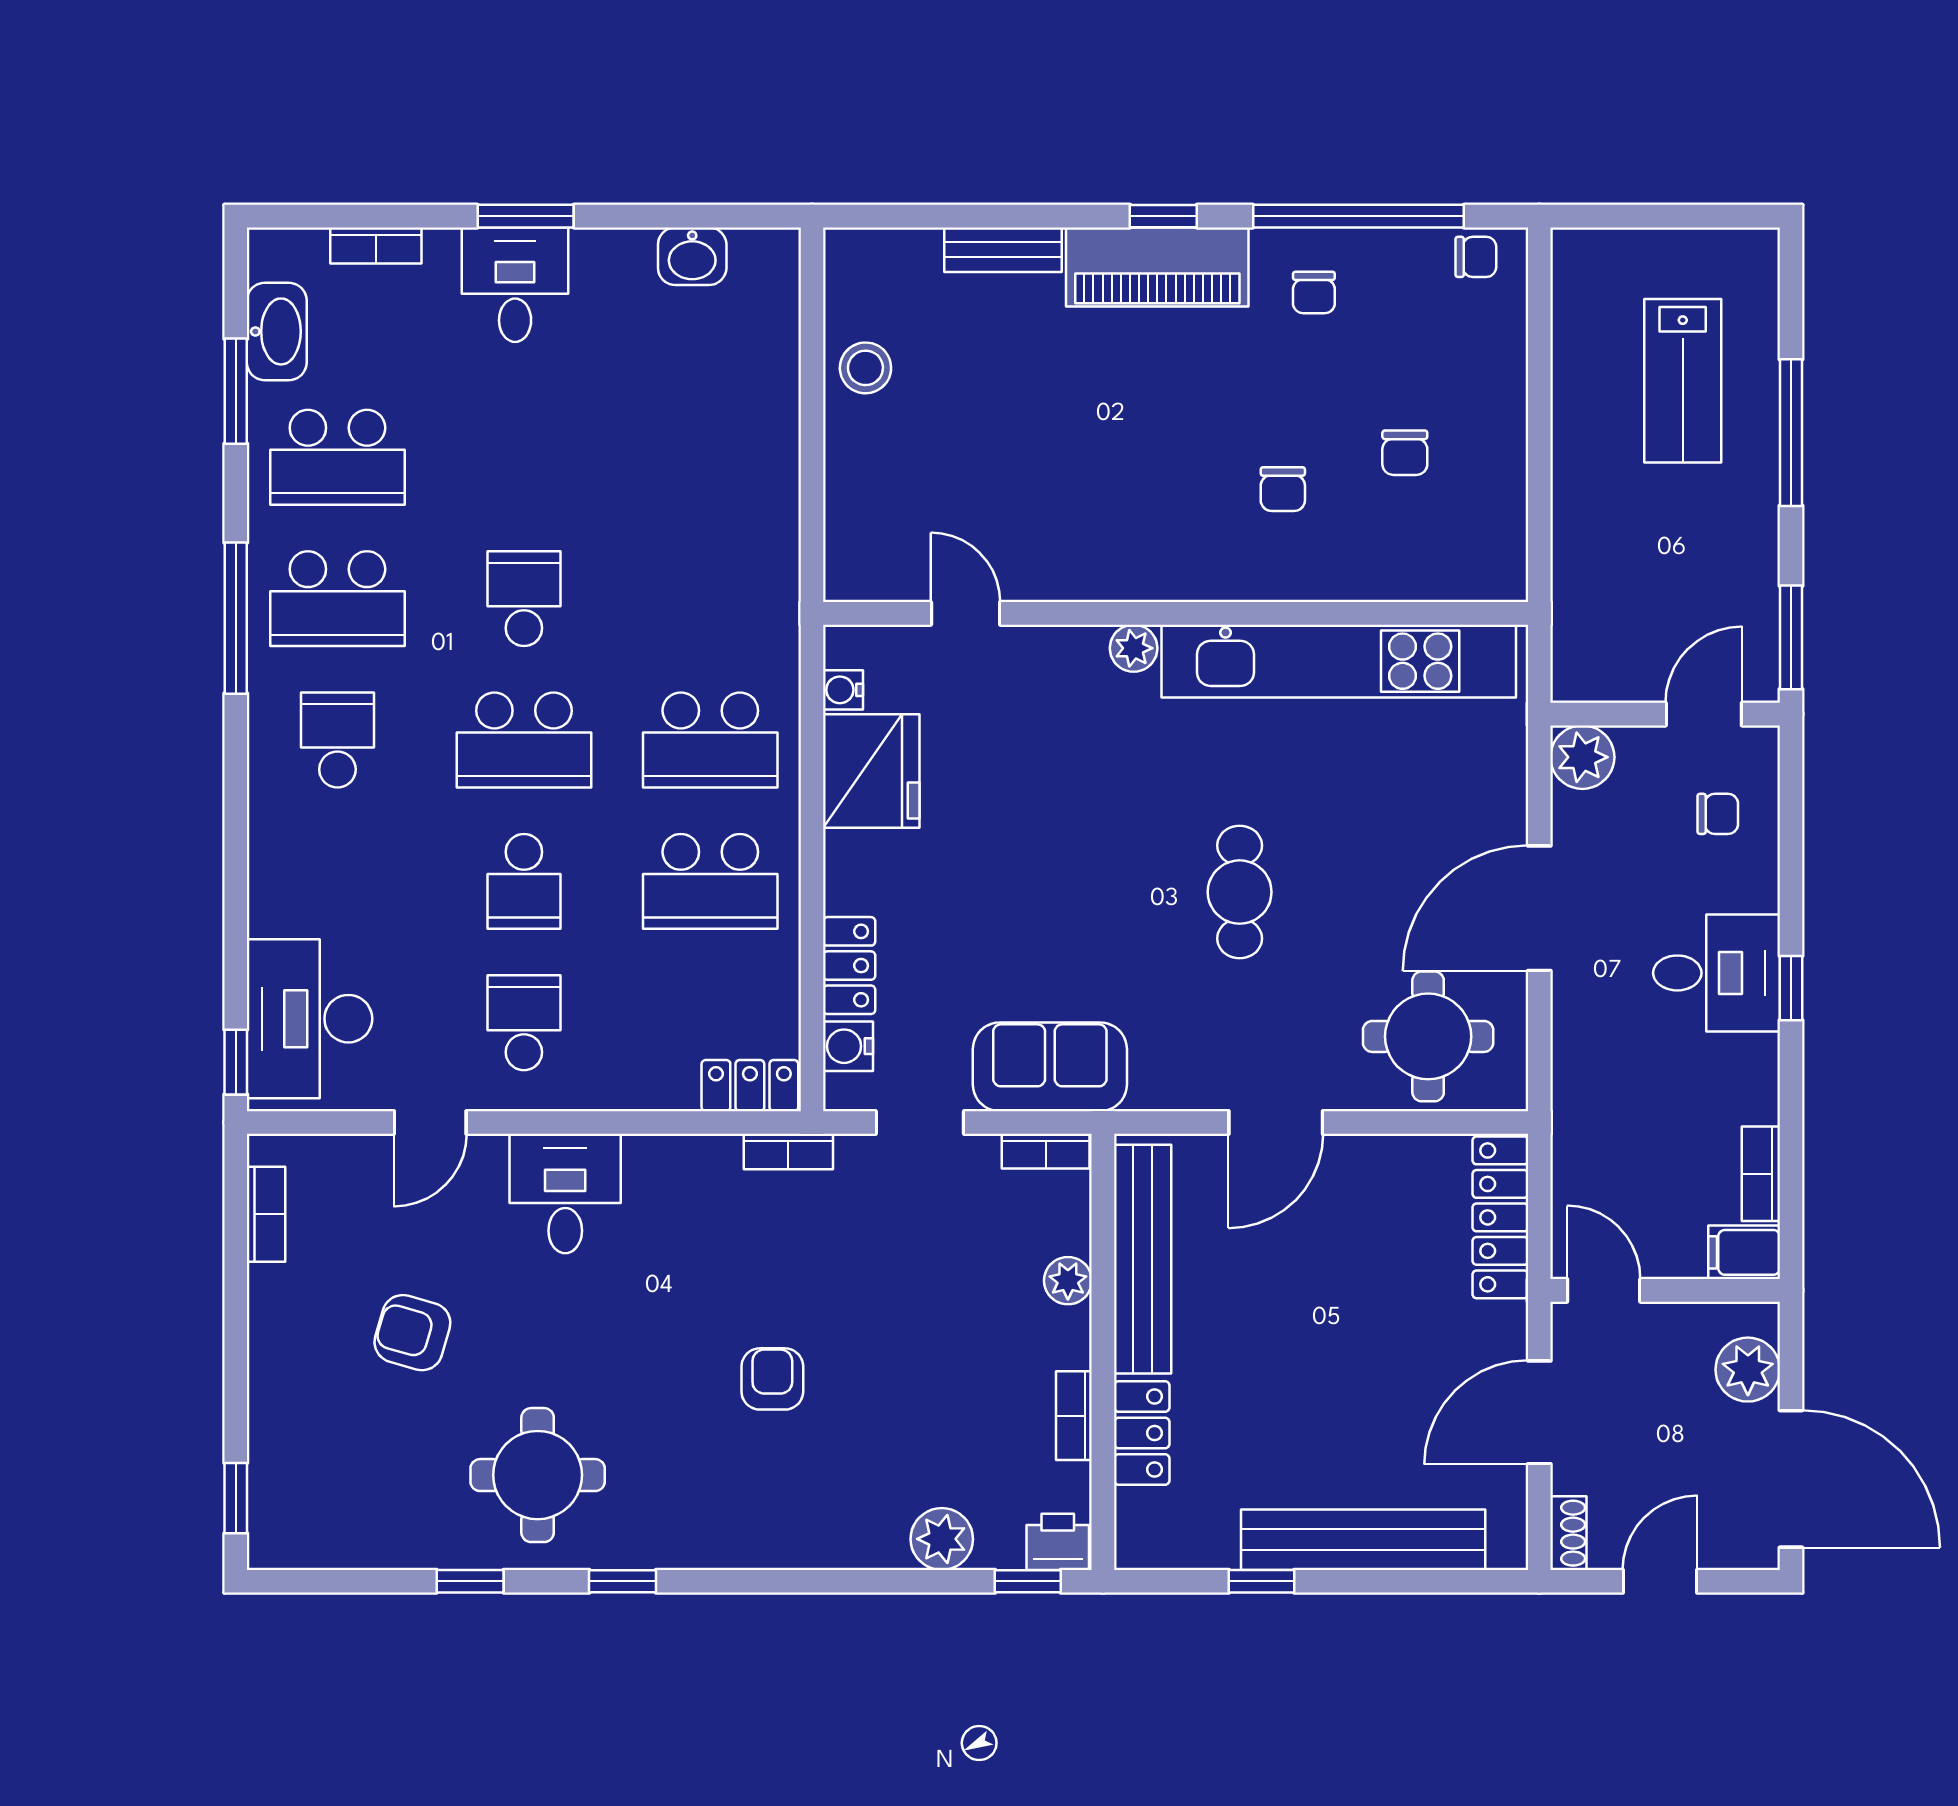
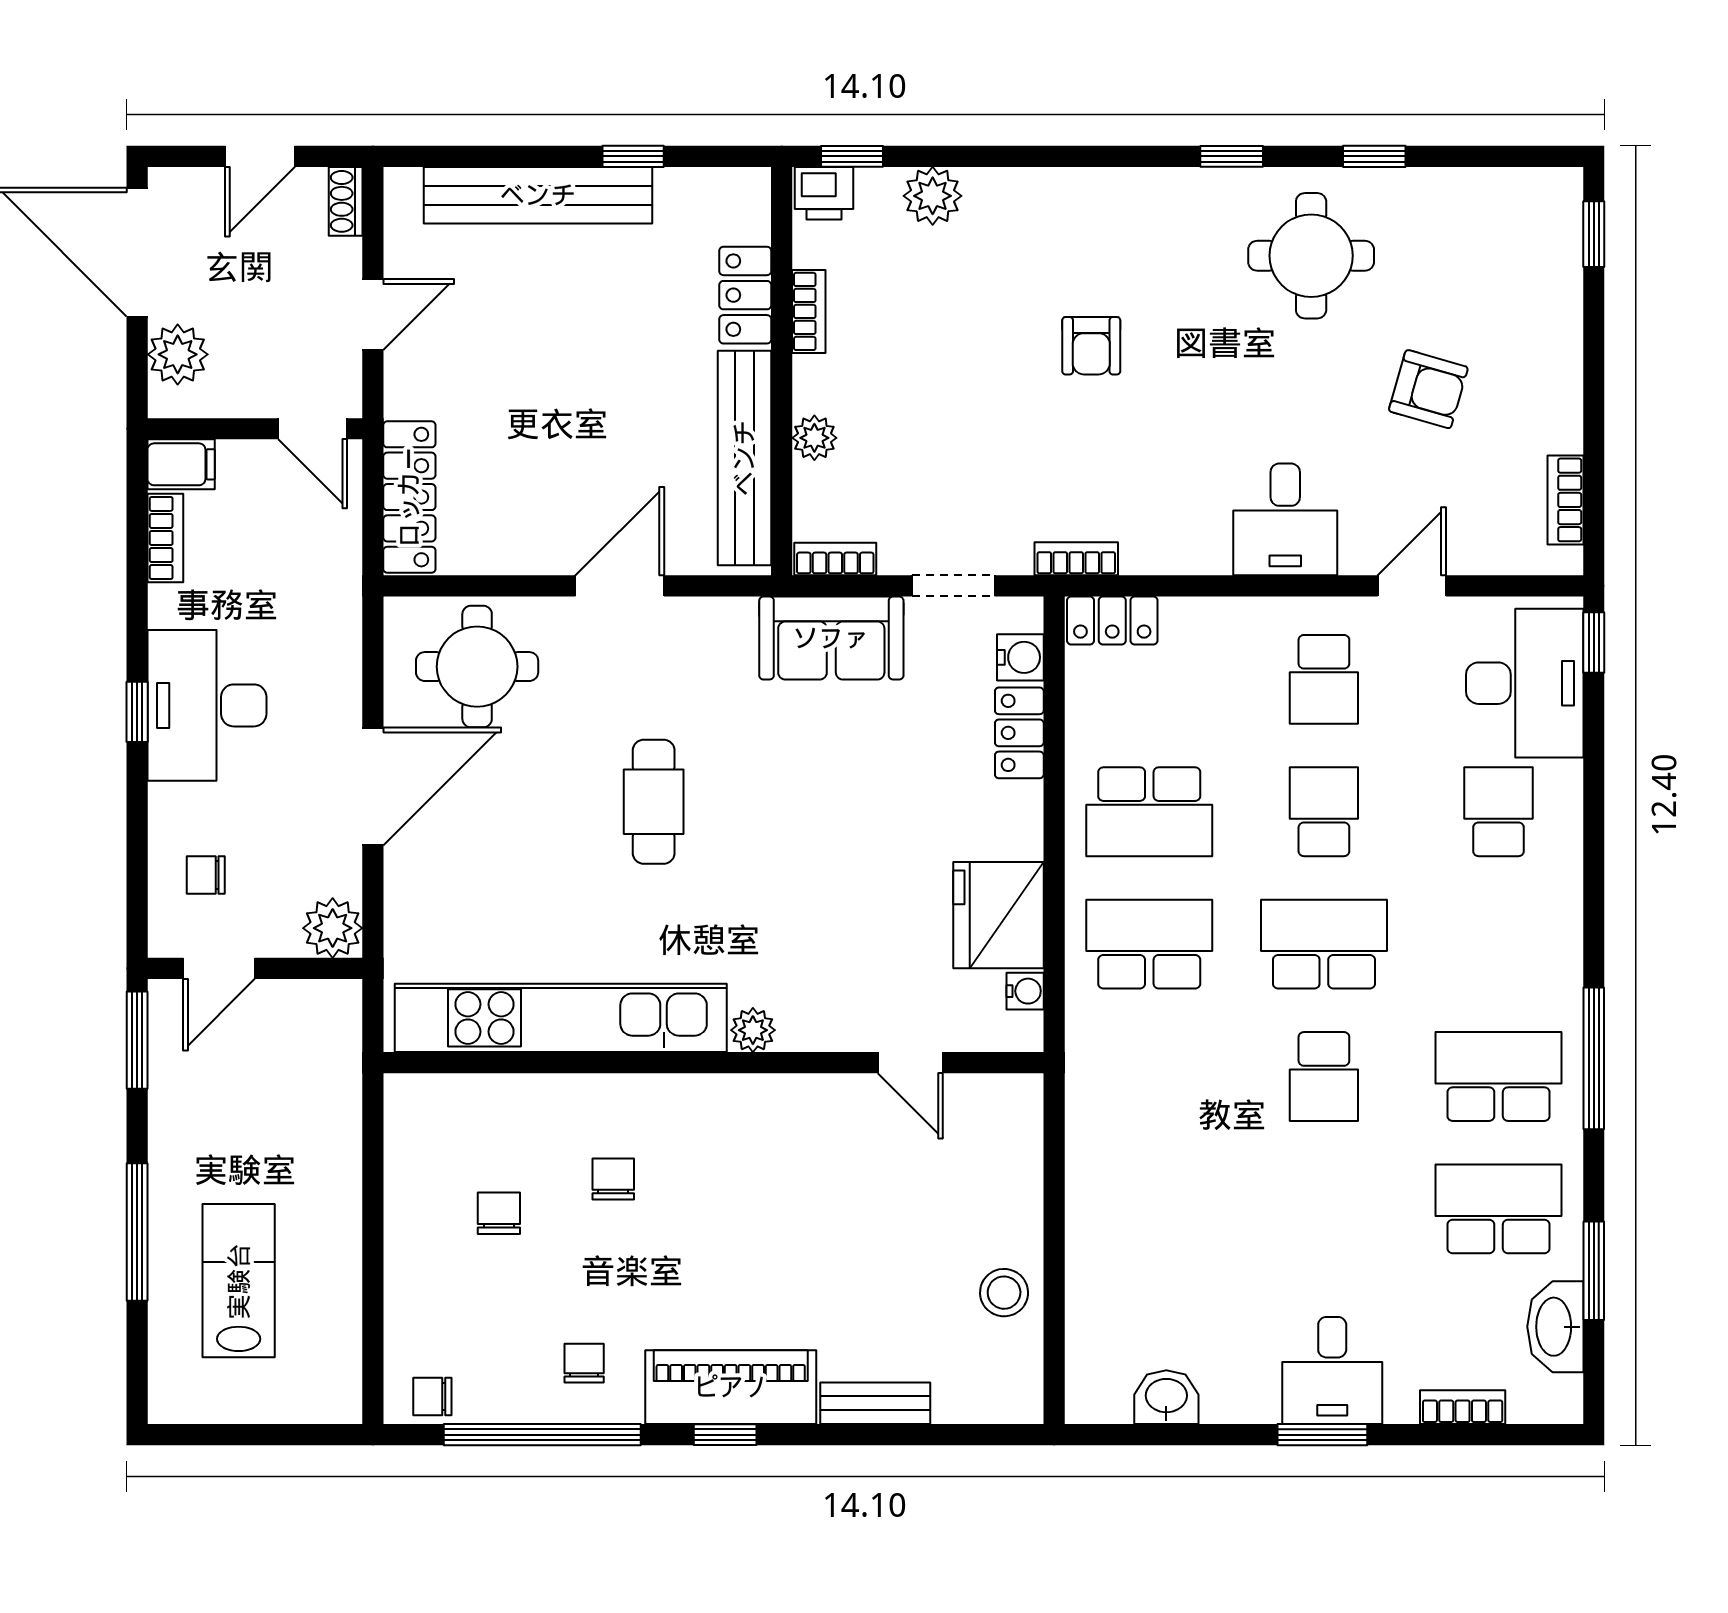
school desk: (337, 740) -> (1499, 812), moved, turned 180
school desk: (710, 881) -> (1149, 812), turned 180
desk: (1717, 973) -> (207, 705), width x1.37
door: (1539, 1412) -> (373, 314), width x0.73

